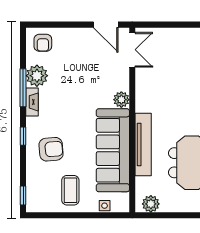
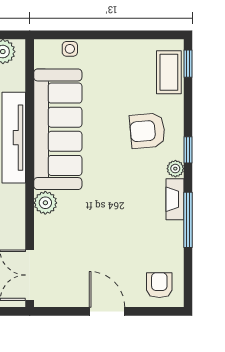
door: (106, 25) -> (107, 311), moved
plant: (37, 76) -> (175, 169), moved, width x0.53, depth x0.53
coffee table: (70, 190) -> (169, 72), moved

